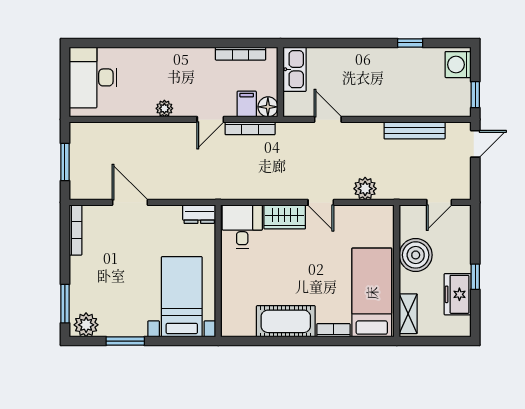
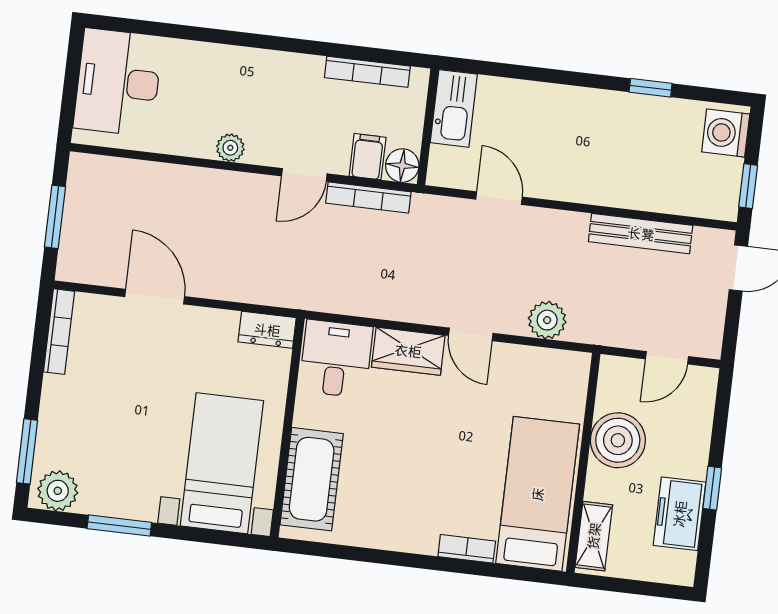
cot: (286, 321) -> (312, 479), moved, turned 90

